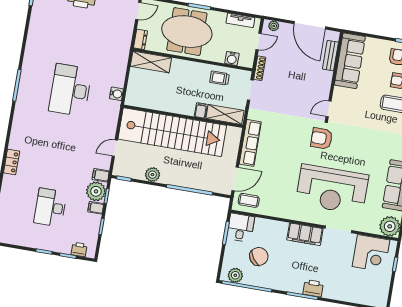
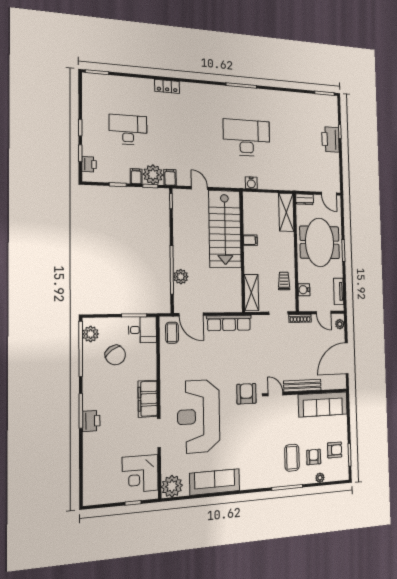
bench: (330, 56) -> (302, 386), moved, width x1.36
filing cabinet: (201, 110) -> (250, 240), moved
stairs: (172, 132) -> (225, 229), width x0.73
plant: (152, 175) -> (181, 277), moved

